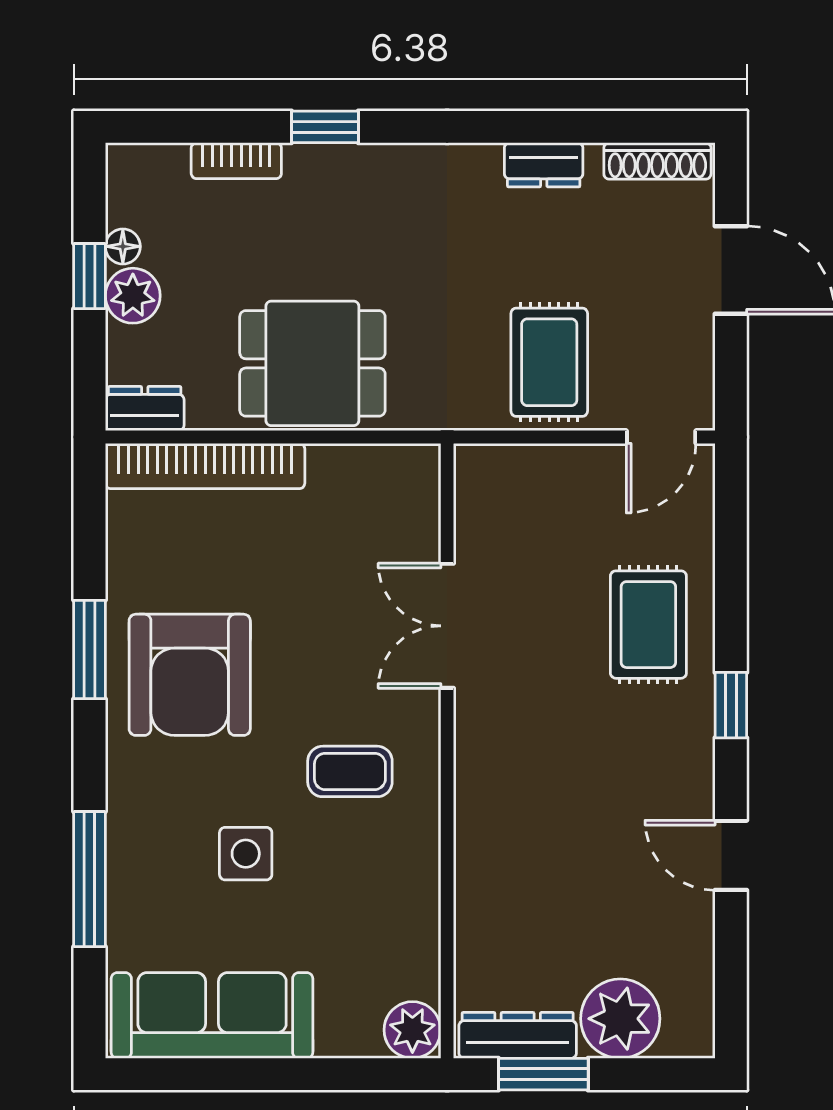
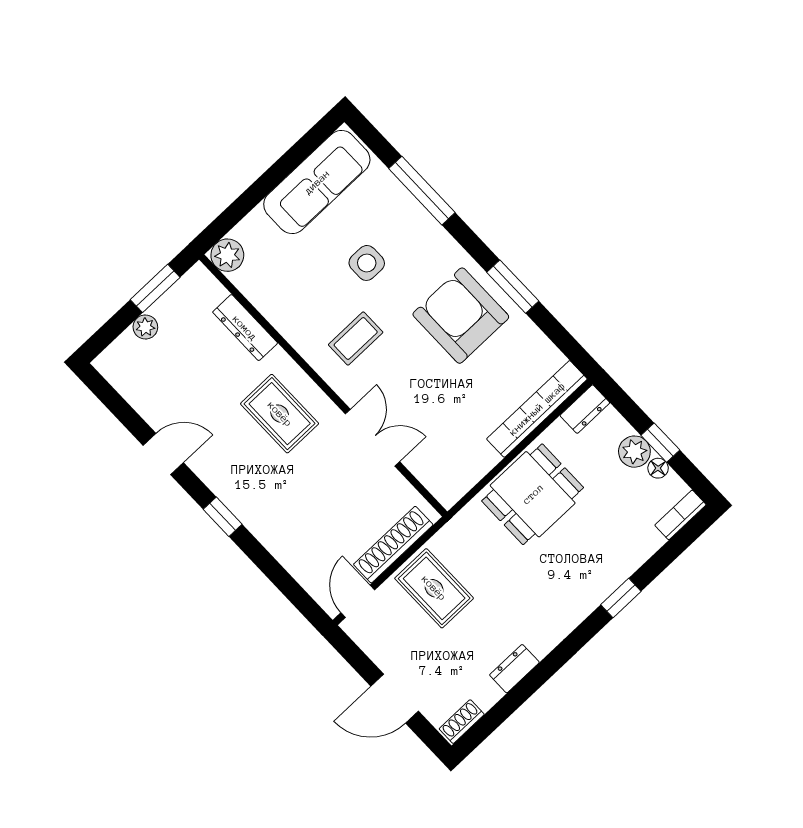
bookcase: (236, 161) -> (680, 515), moved
shoe rack: (657, 161) -> (462, 722), width x0.70
shoe rack: (549, 466) -> (393, 545), added
rug: (648, 625) -> (280, 414), moved
plant: (620, 1019) -> (145, 327), width x0.53, depth x0.53
dresser: (518, 1035) -> (245, 328), moved, turned 90

